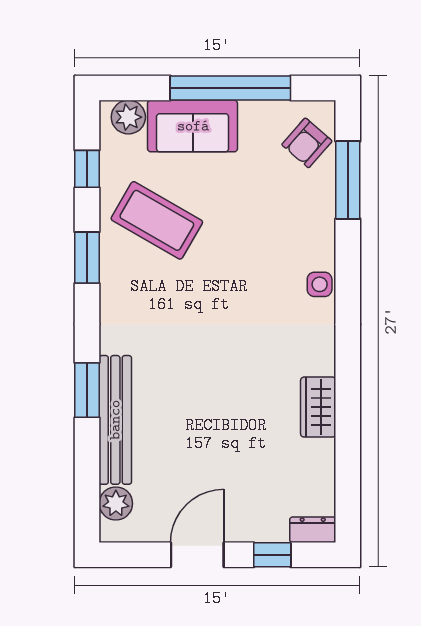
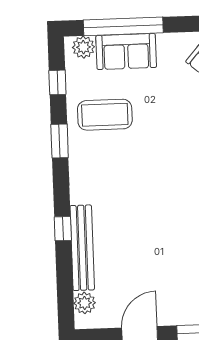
window: (230, 88) -> (123, 26), moved
coffee table: (157, 220) -> (105, 115), turned -30
window: (87, 390) -> (63, 229), width x0.67

